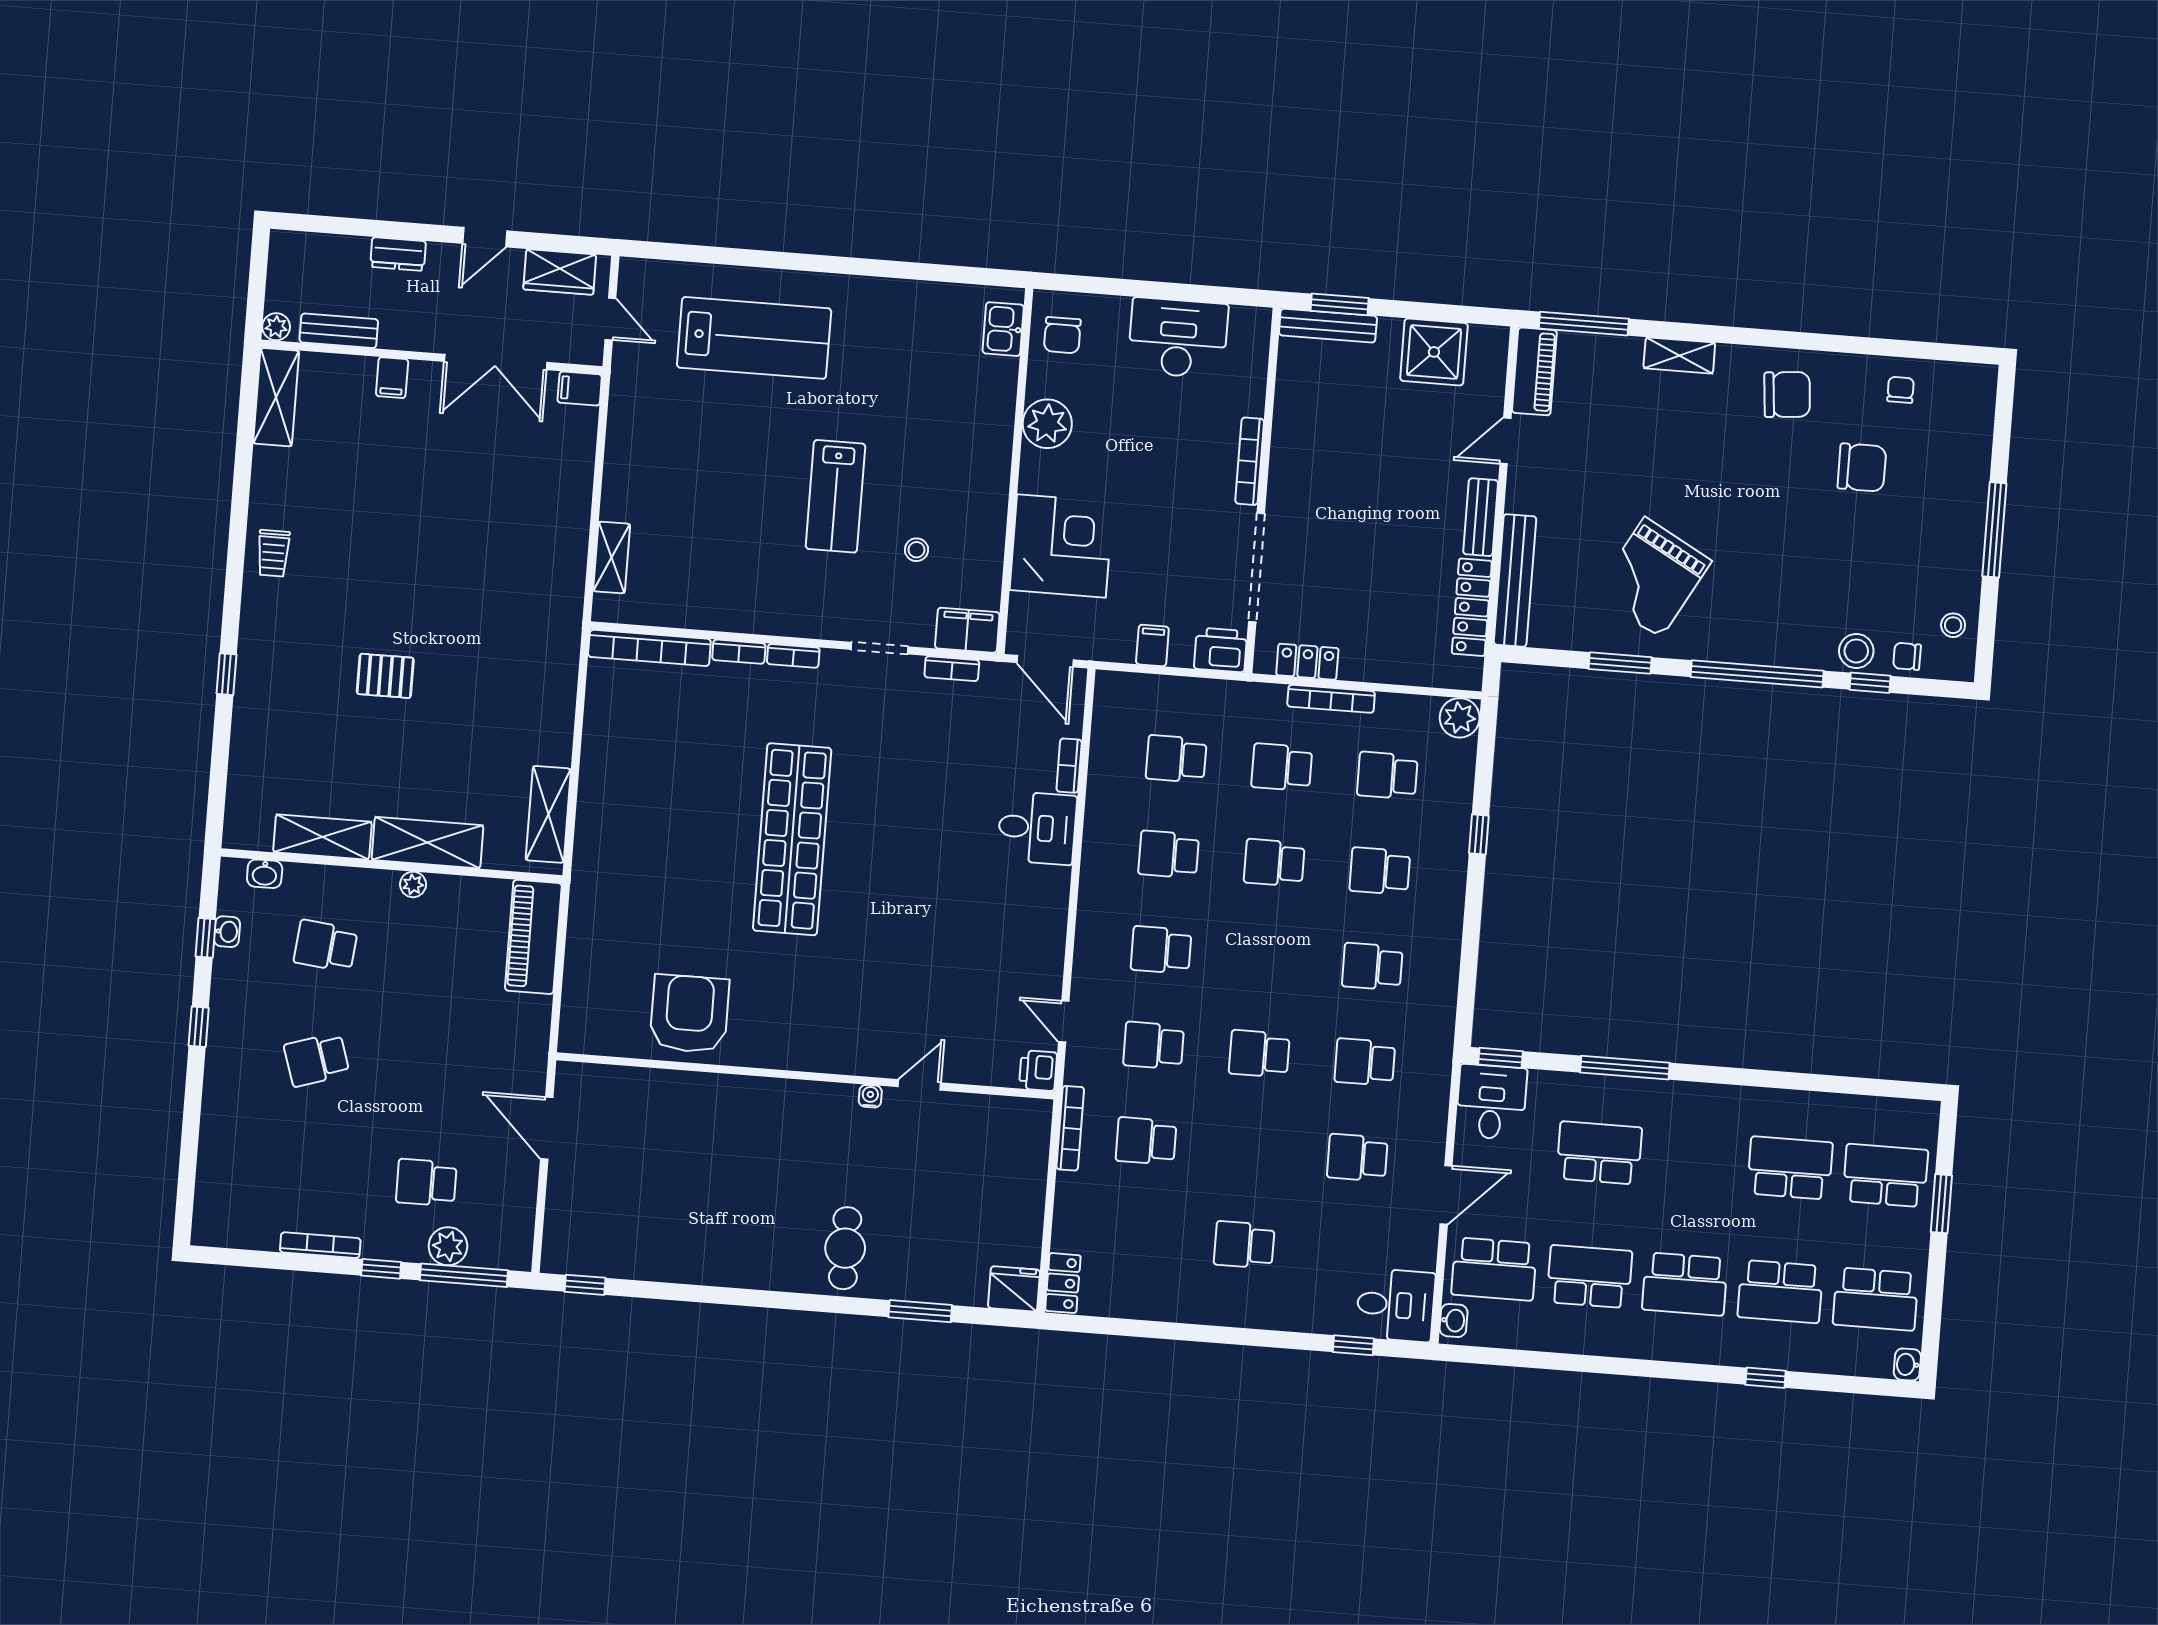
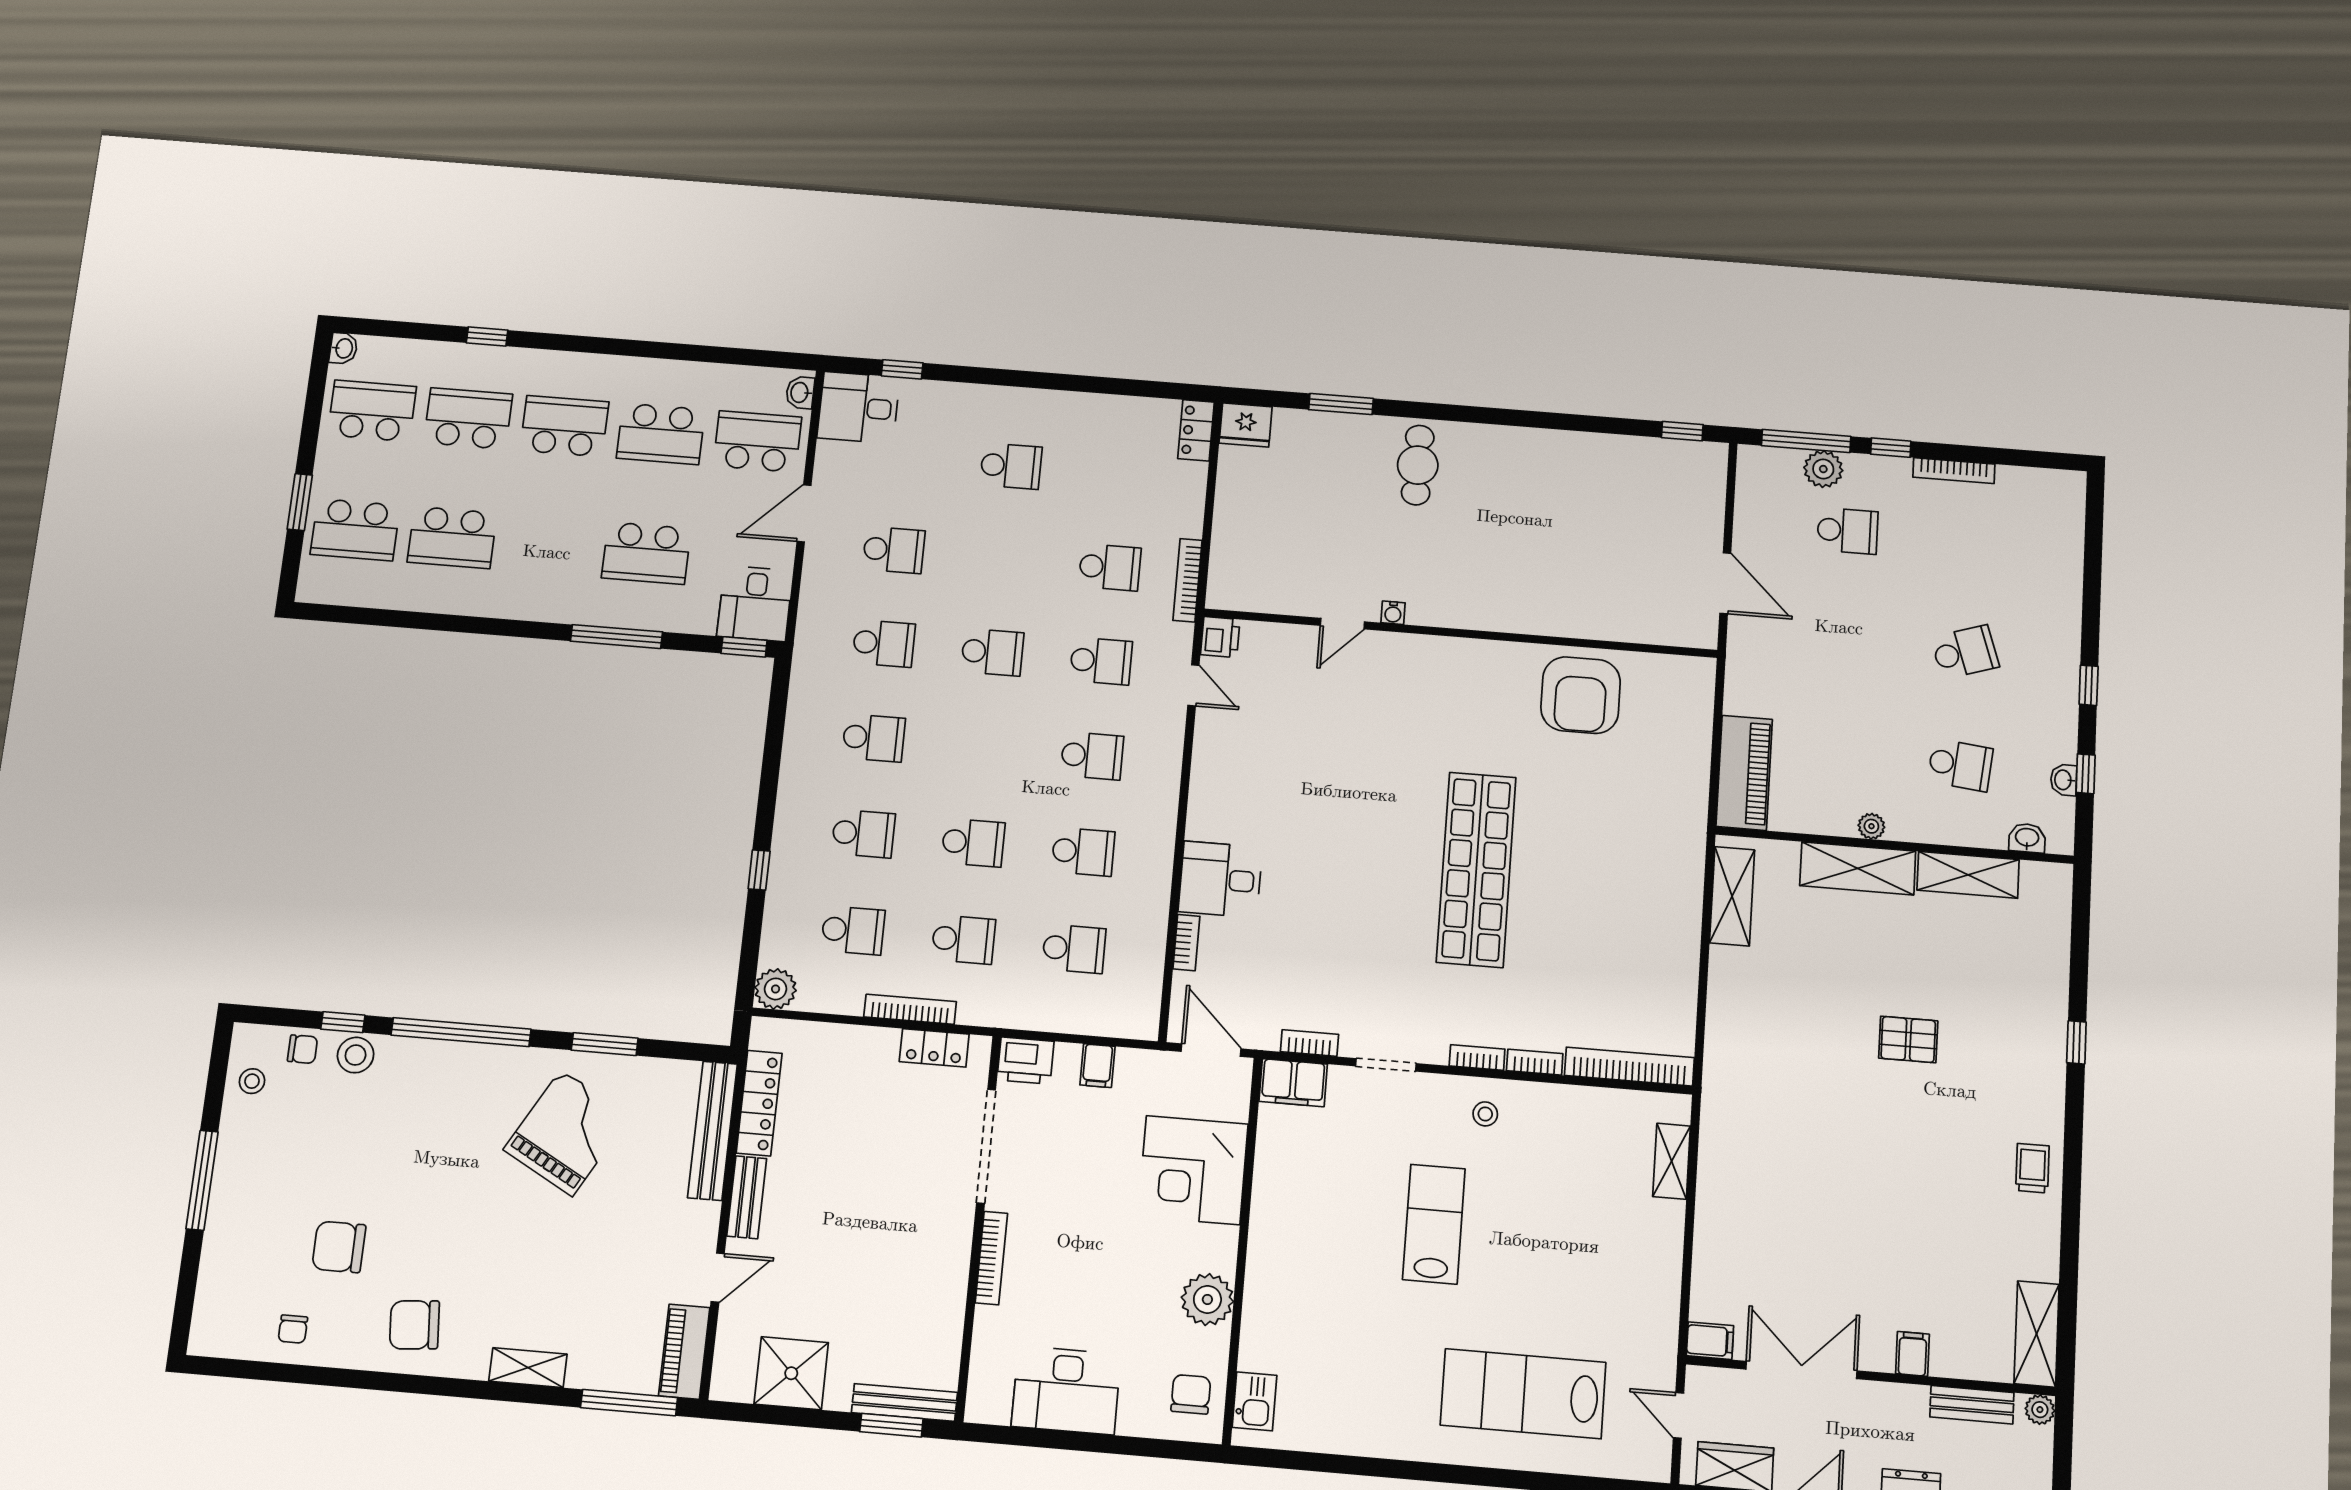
stool: (917, 550) -> (1485, 1114), moved

